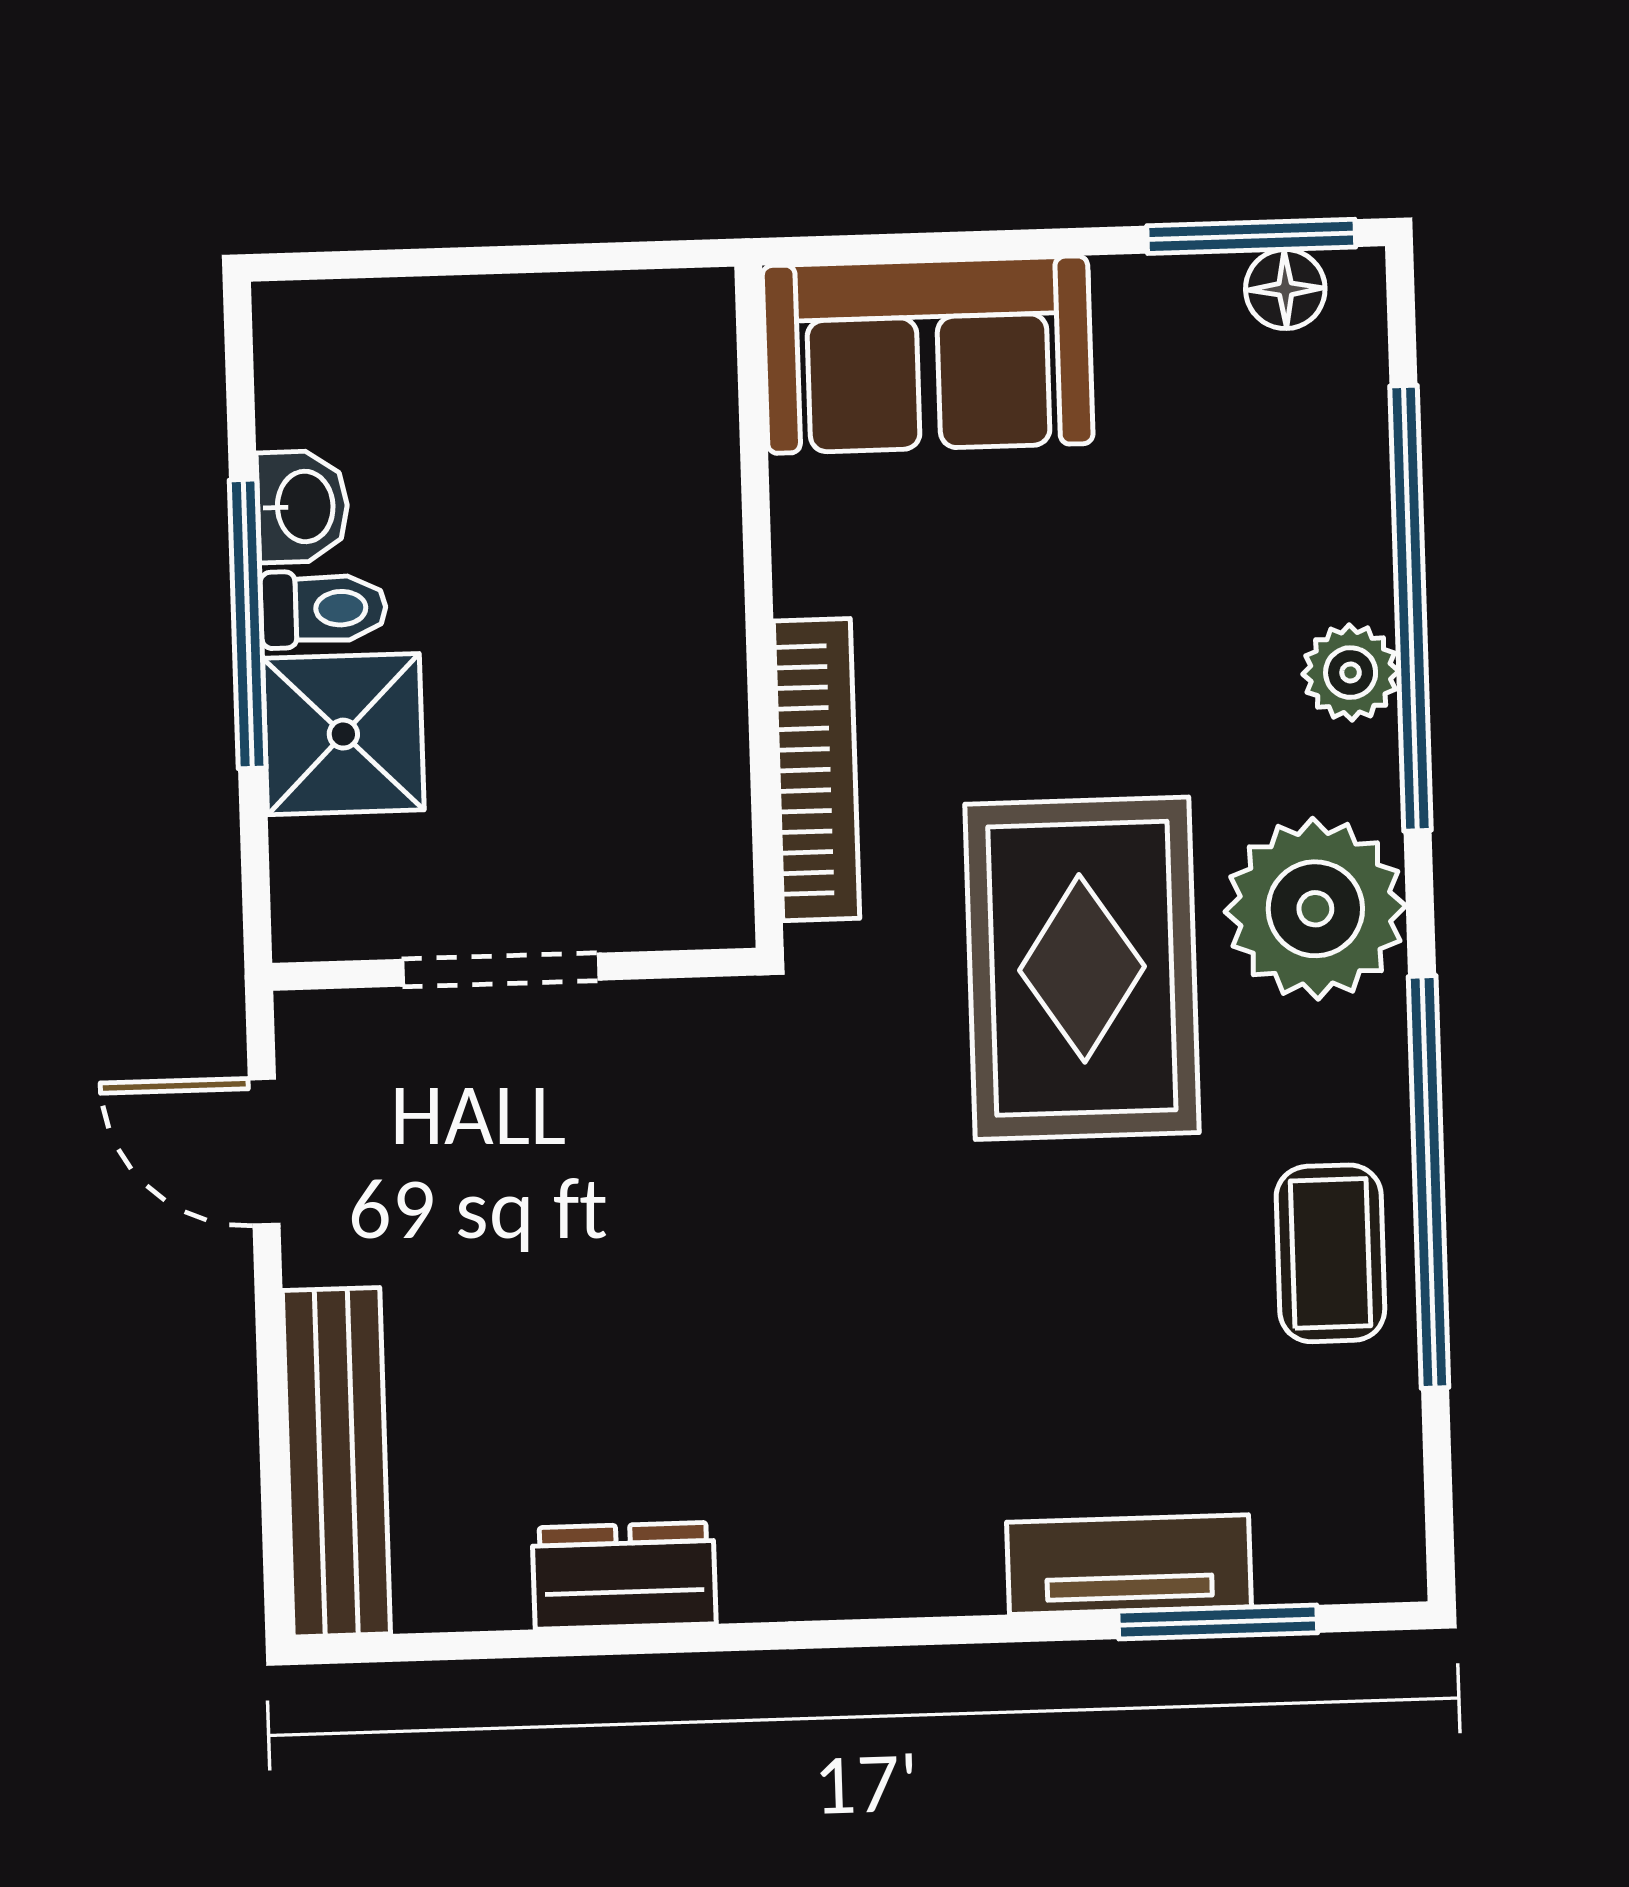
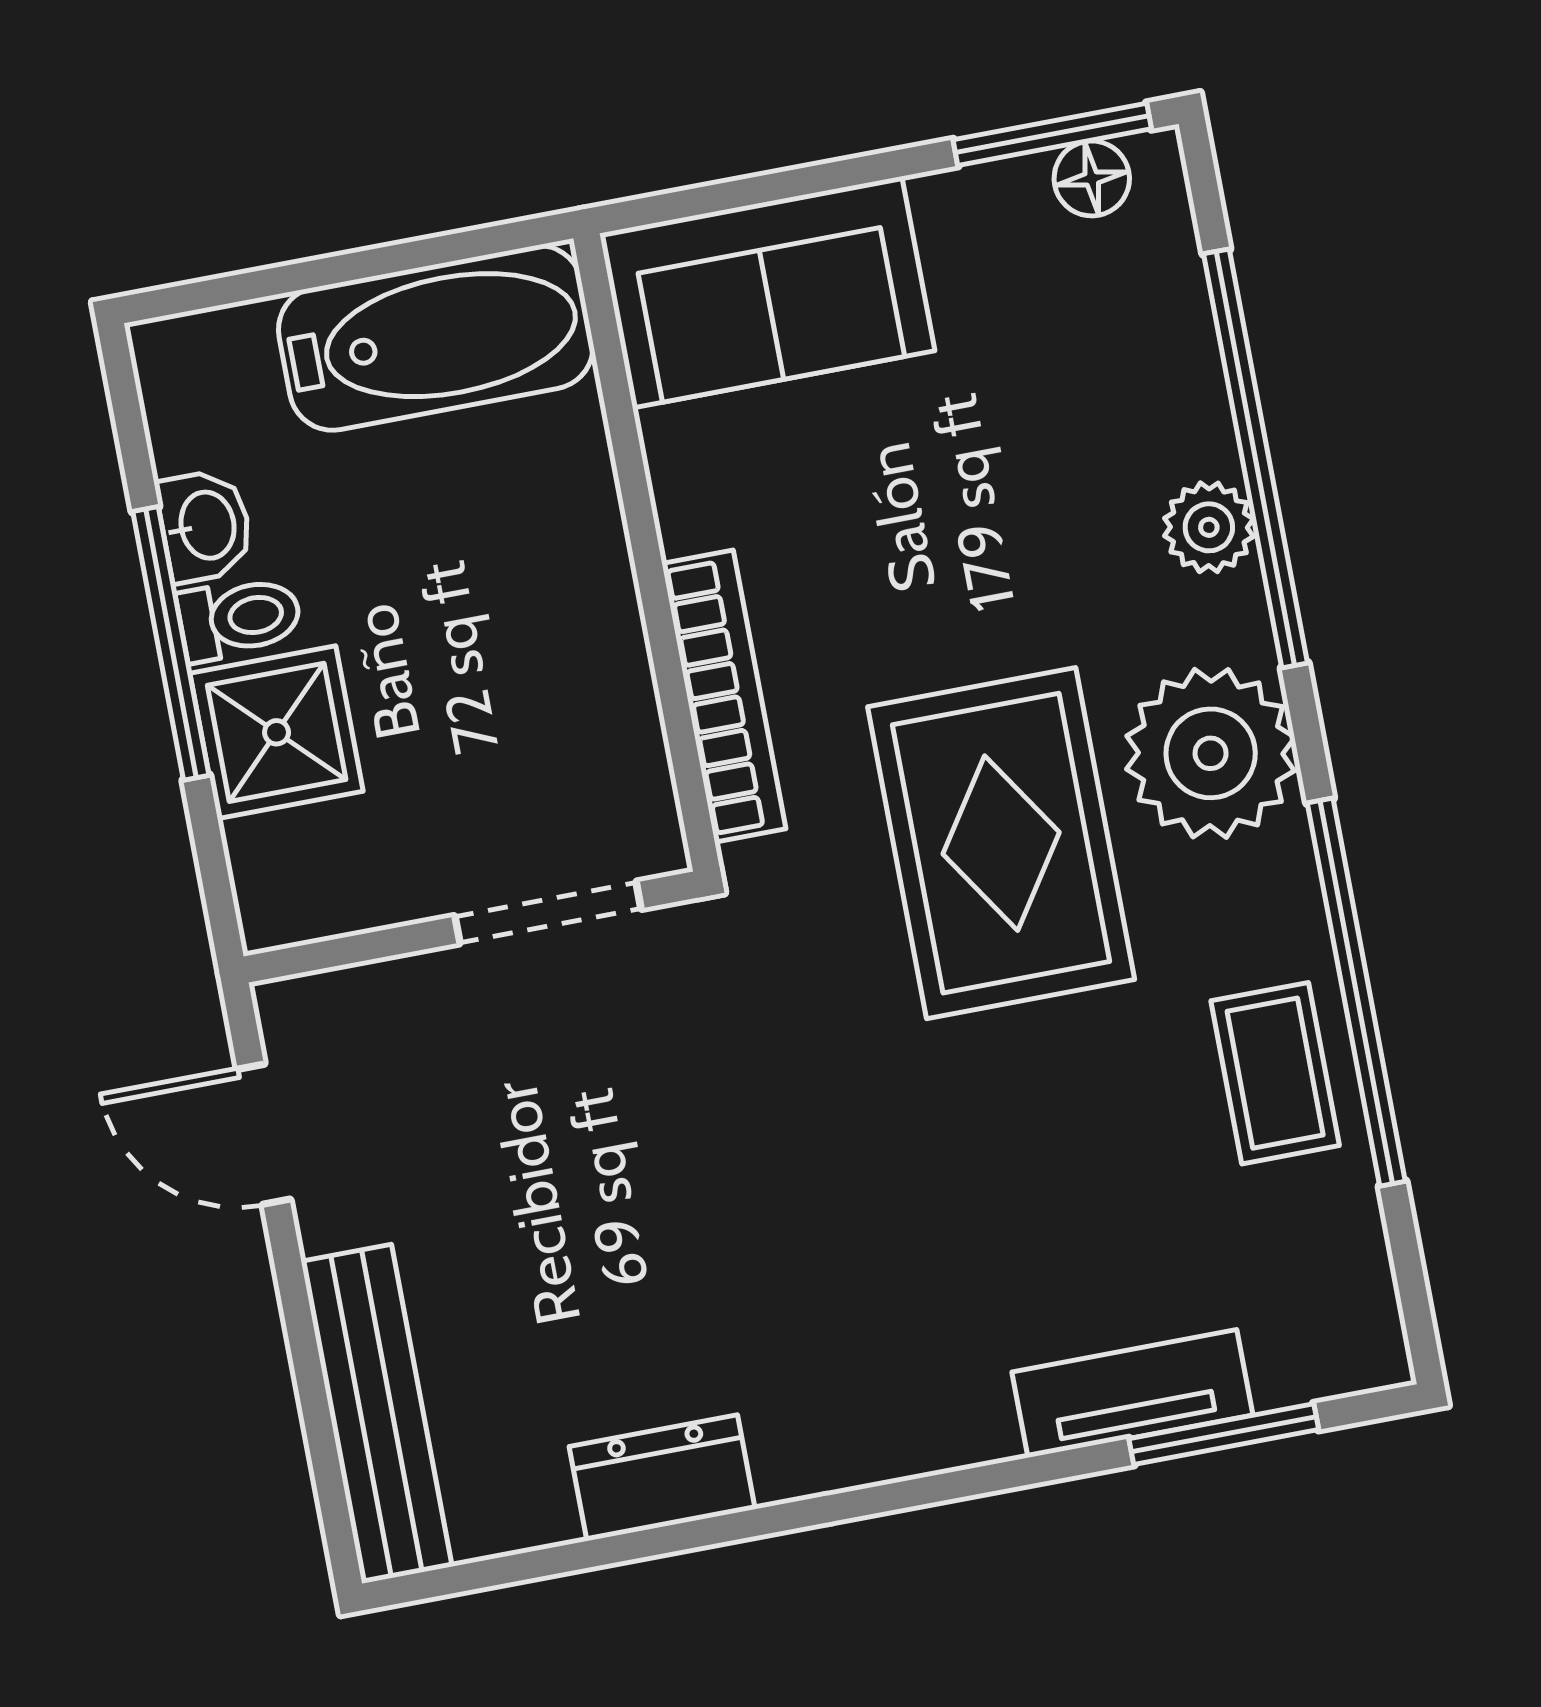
bathtub: (574, 348) -> (436, 338), added
doorway: (501, 970) -> (548, 913), moved

